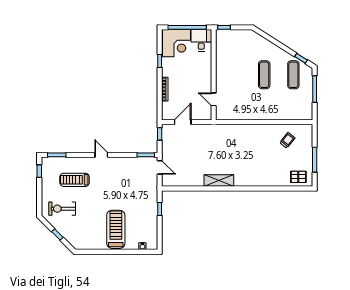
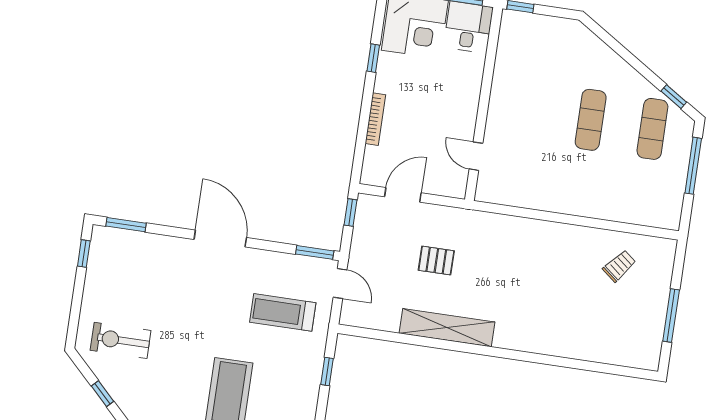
door: (101, 155) -> (220, 239), width x1.88
pallet: (298, 177) -> (436, 261), moved
treadmill: (75, 180) -> (283, 312), moved
shelving: (219, 181) -> (447, 328), width x1.47

